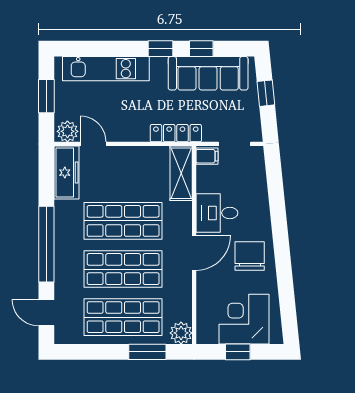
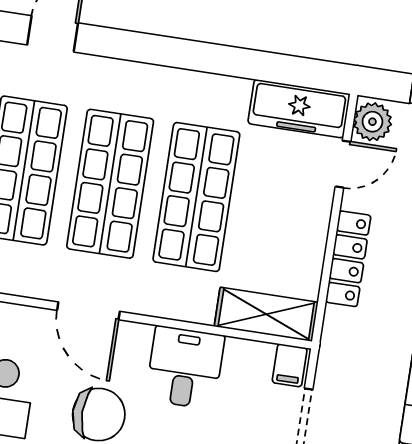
locker: (176, 133) -> (348, 259), moved
window: (46, 244) -> (176, 53), removed
door: (194, 253) -> (88, 311), moved

